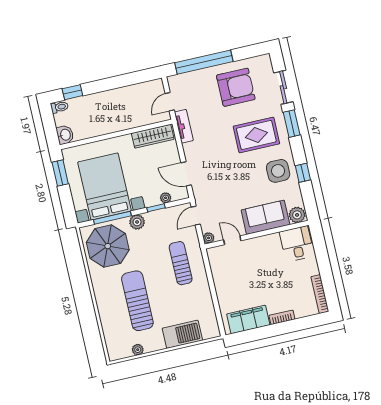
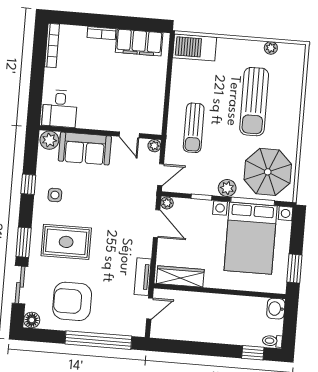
floor lamp: (264, 61) -> (32, 320), added
side table: (278, 171) -> (55, 195), width x0.54, depth x0.54
plant: (166, 198) -> (167, 203), moved
barbecue: (182, 334) -> (195, 47), moved

